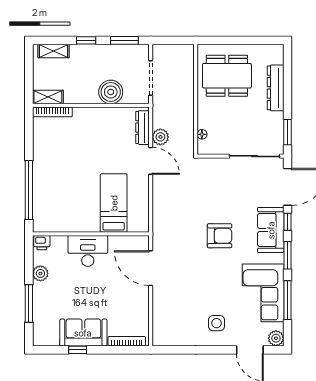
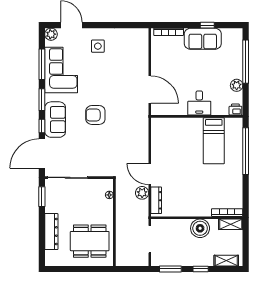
boiler: (111, 92) -> (200, 228), moved
bed: (114, 203) -> (214, 141), moved
desk: (88, 251) -> (199, 103), width x0.73
window: (29, 303) -> (246, 62), width x1.46

